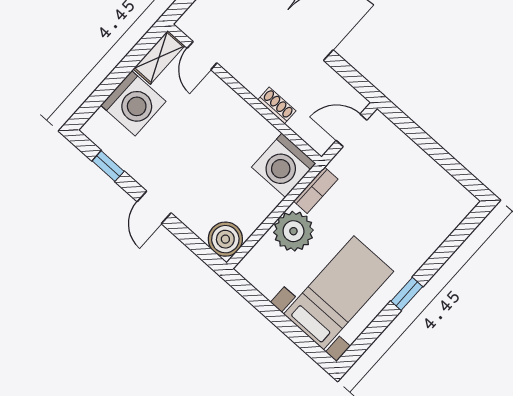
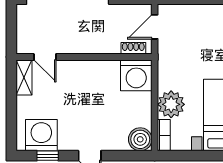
washing machine: (133, 103) -> (41, 135), moved, turned -90
shoe rack: (277, 105) -> (133, 48), moved
bookcase: (316, 190) -> (164, 135), moved

